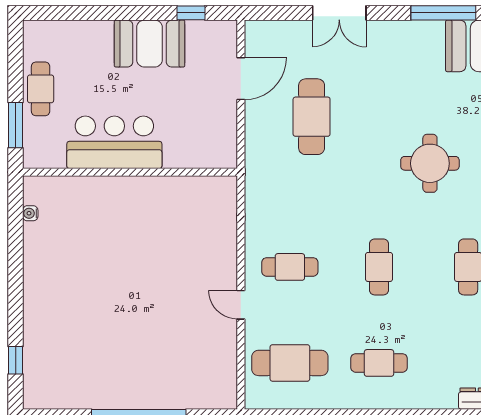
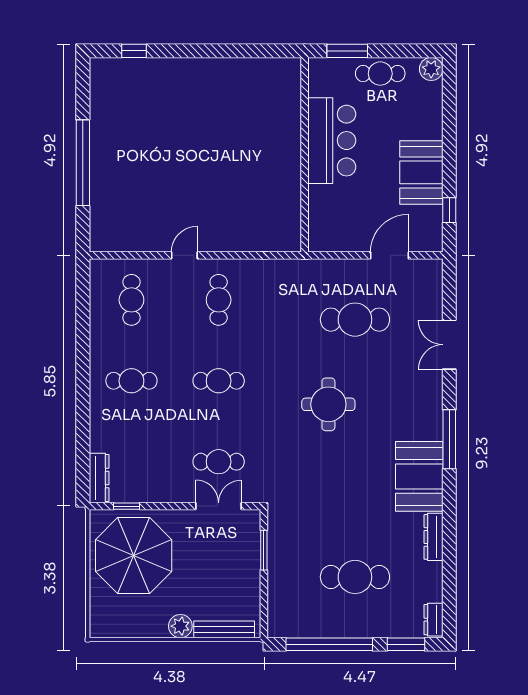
plant: (35, 33) -> (431, 69), added
door: (241, 79) -> (389, 255), swing flipped
round table: (430, 163) -> (328, 404), moved
water cooler: (30, 213) -> (267, 64), removed
cafe table: (290, 363) -> (131, 300), width x0.73, depth x0.74
cafe table: (379, 363) -> (131, 381), turned 90

